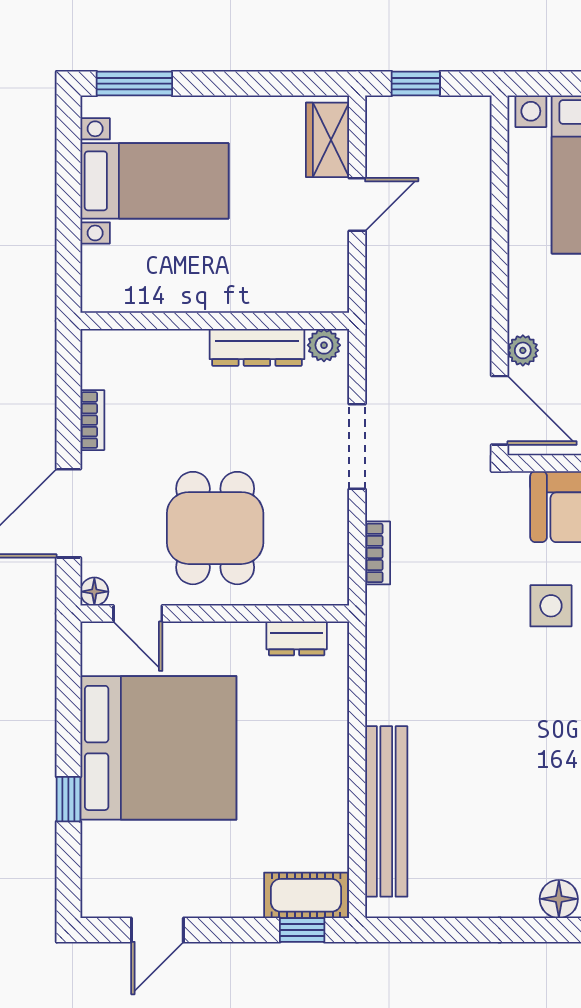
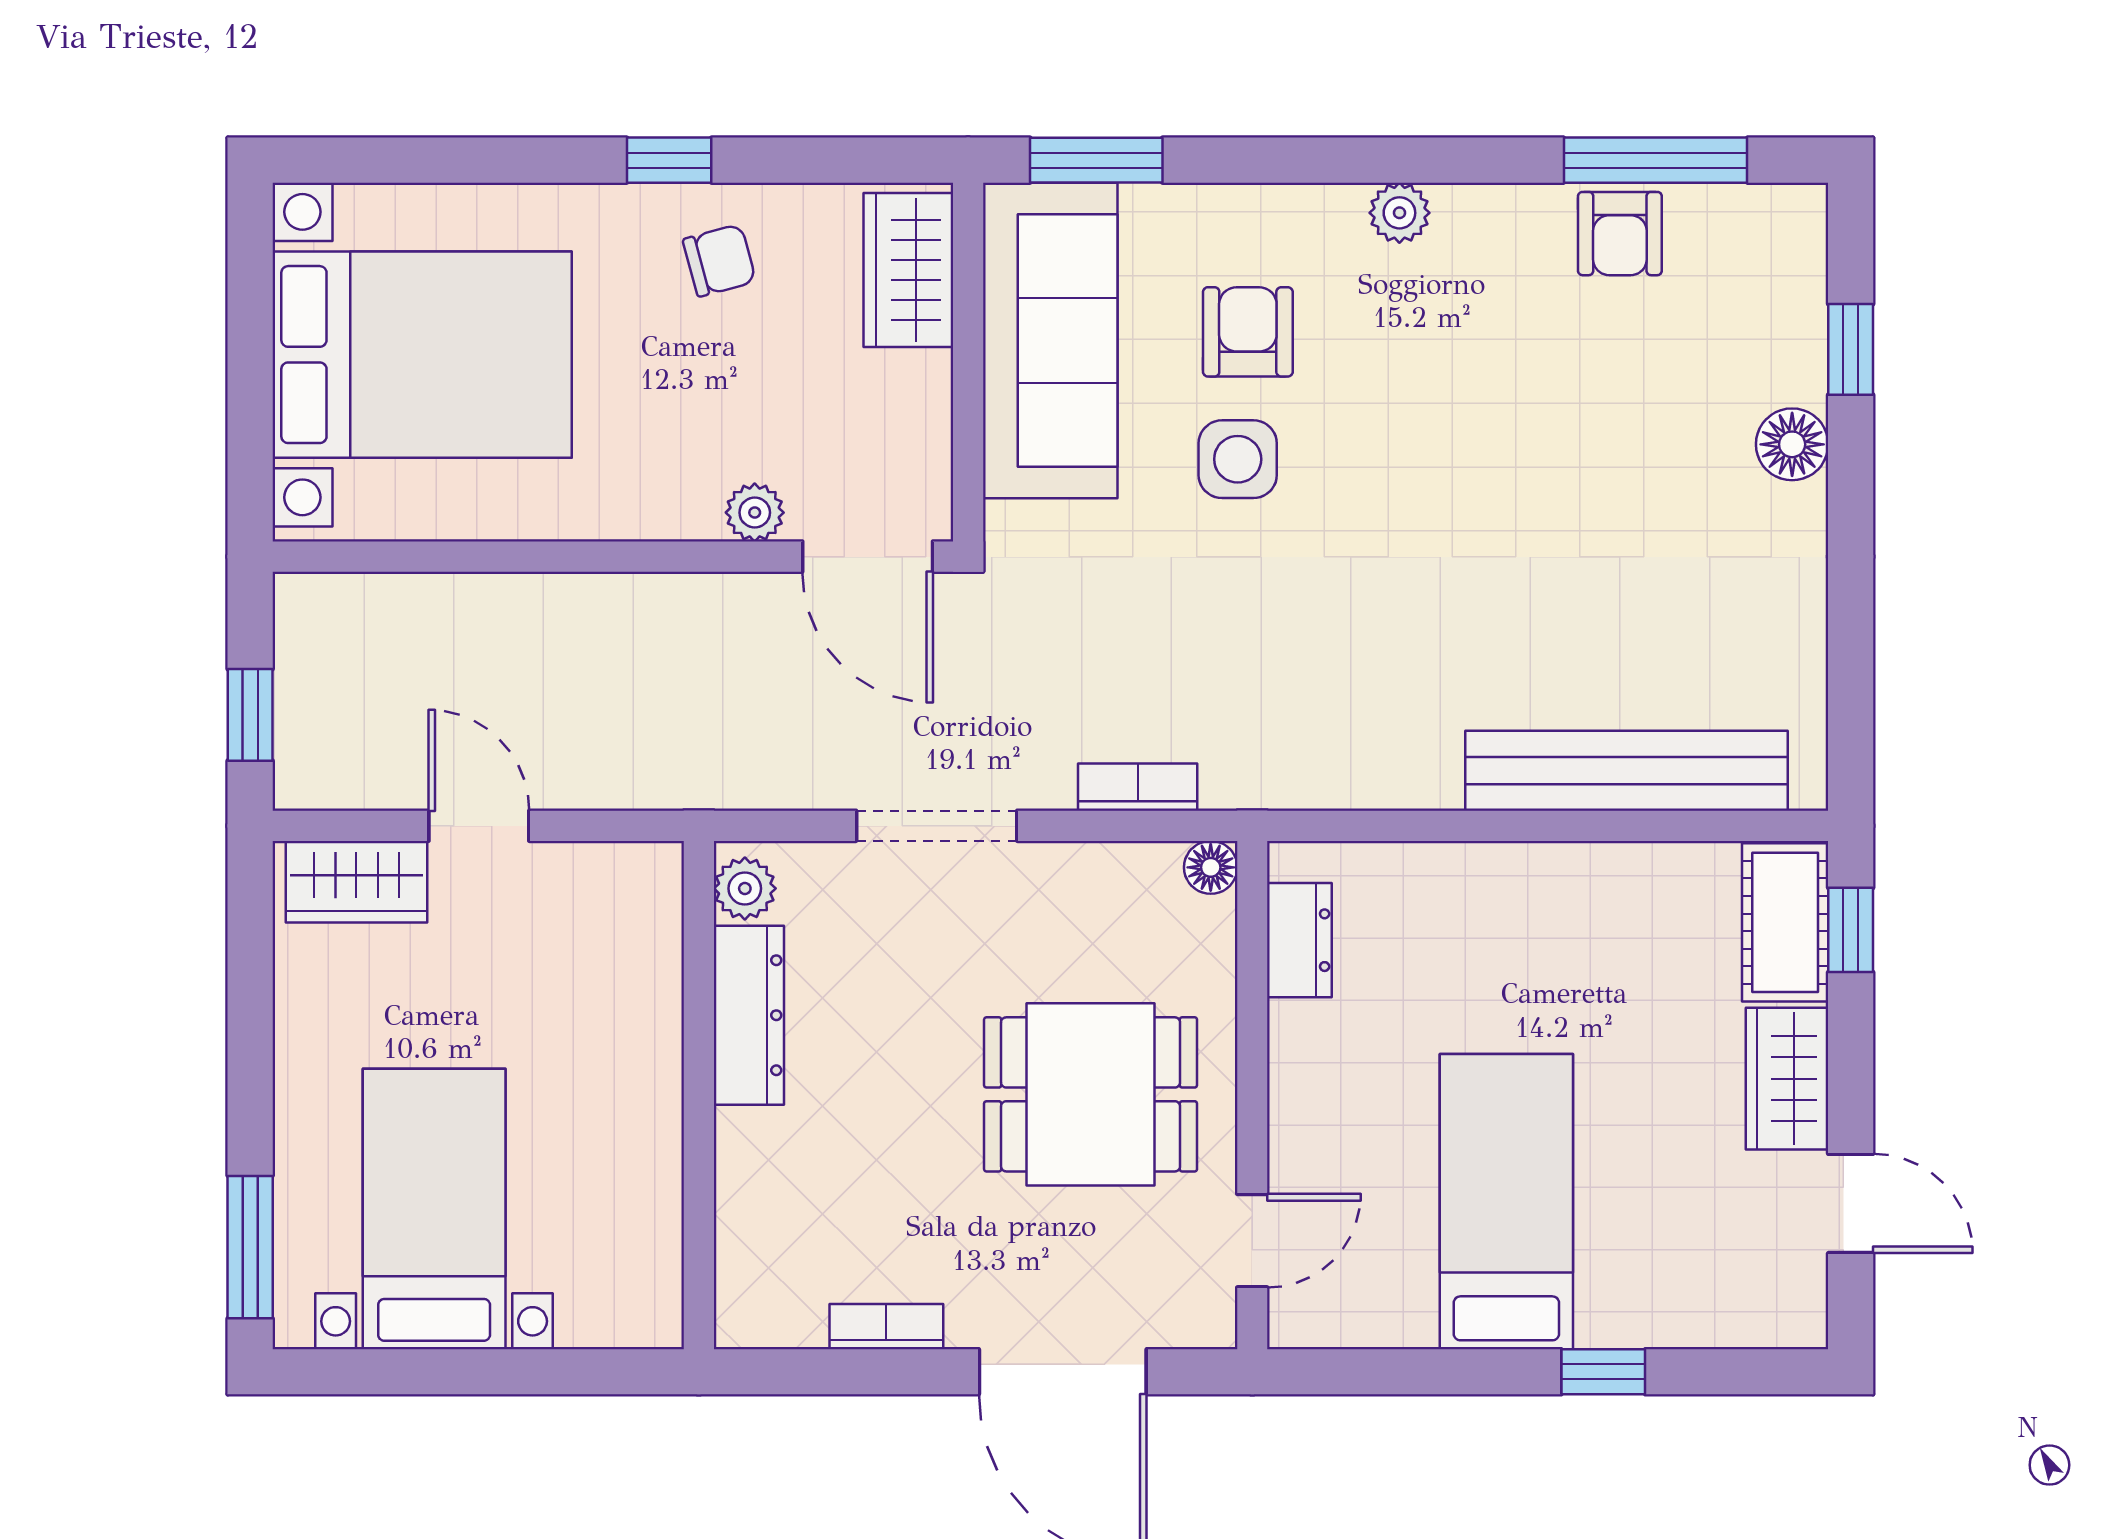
door: (499, 410) -> (868, 557), swing flipped
floor lamp: (94, 592) -> (1211, 867), moved
bed: (158, 748) -> (1506, 1202), width x0.49
wardrobe: (223, 896) -> (1787, 1079), added

